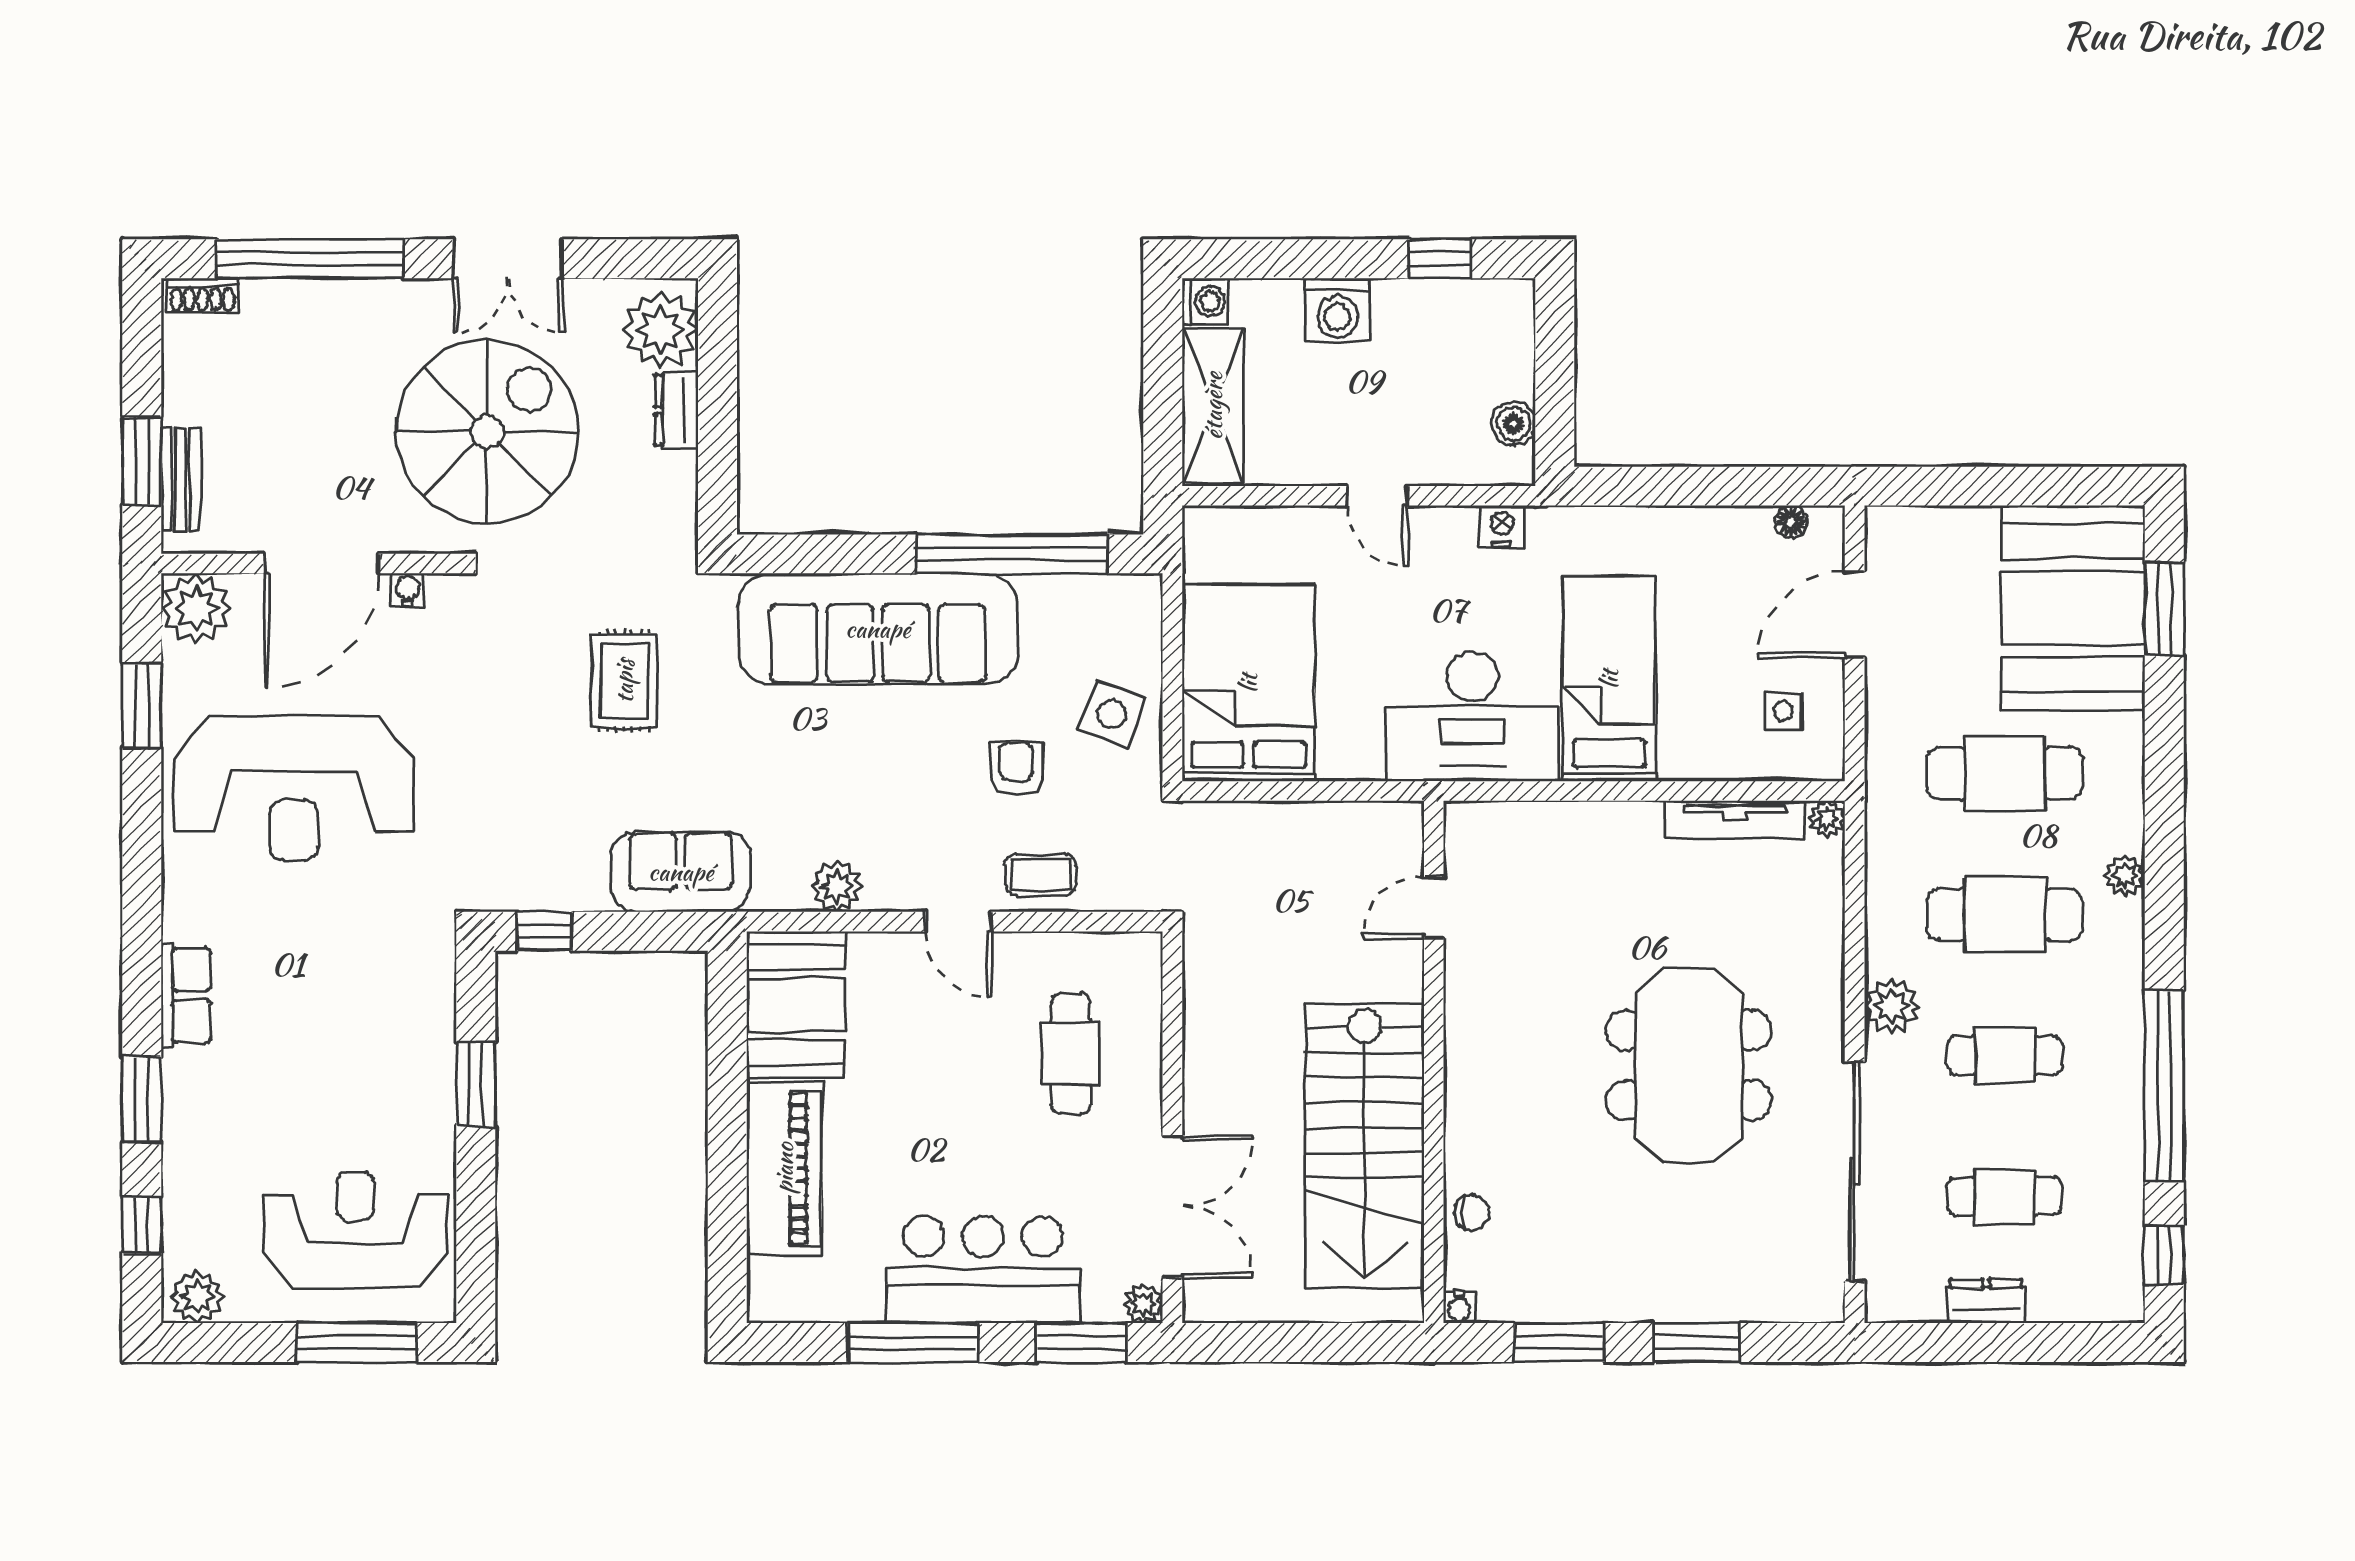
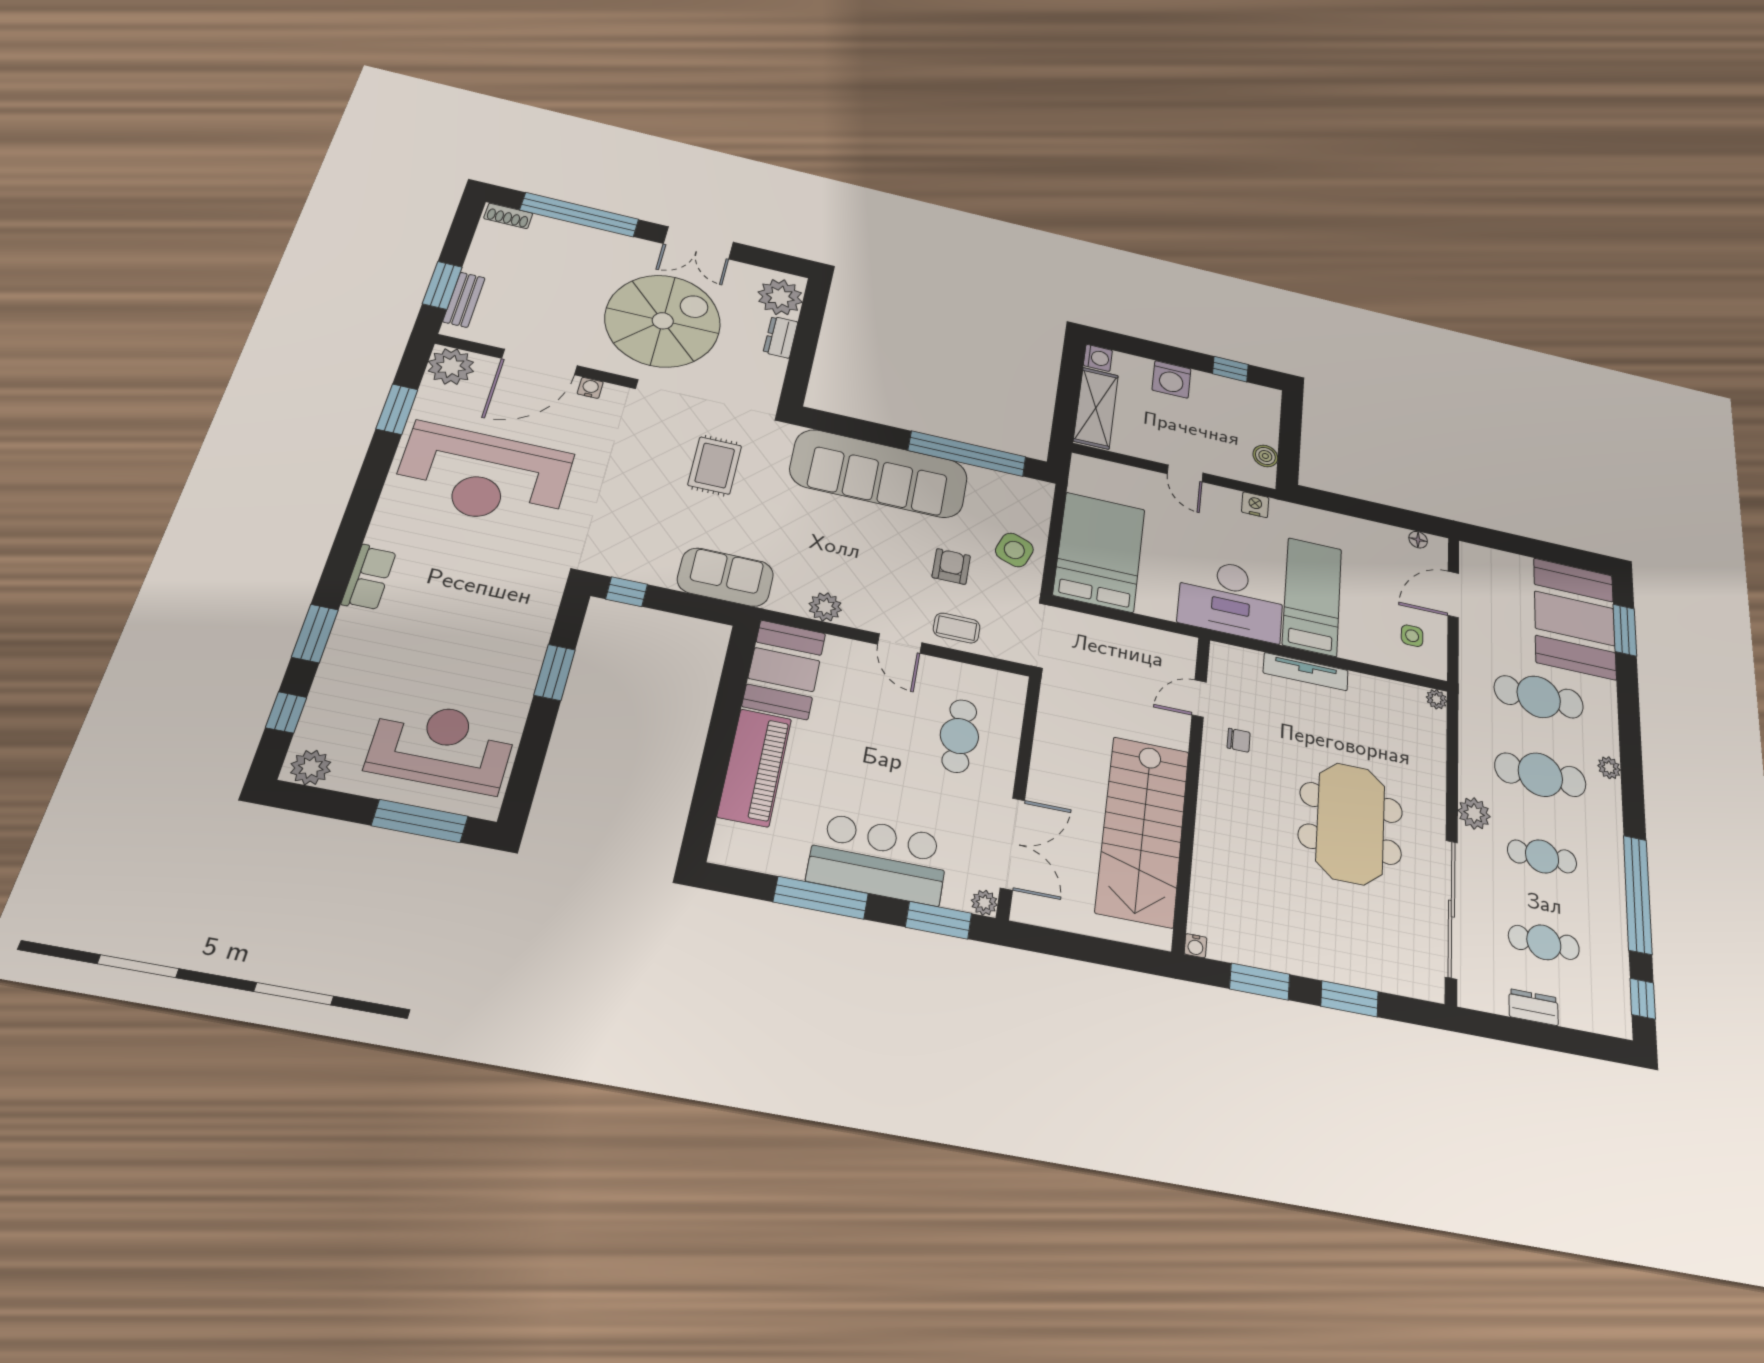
tv unit: (1735, 820) -> (1306, 672), moved
chair: (1472, 1213) -> (1239, 740), moved

